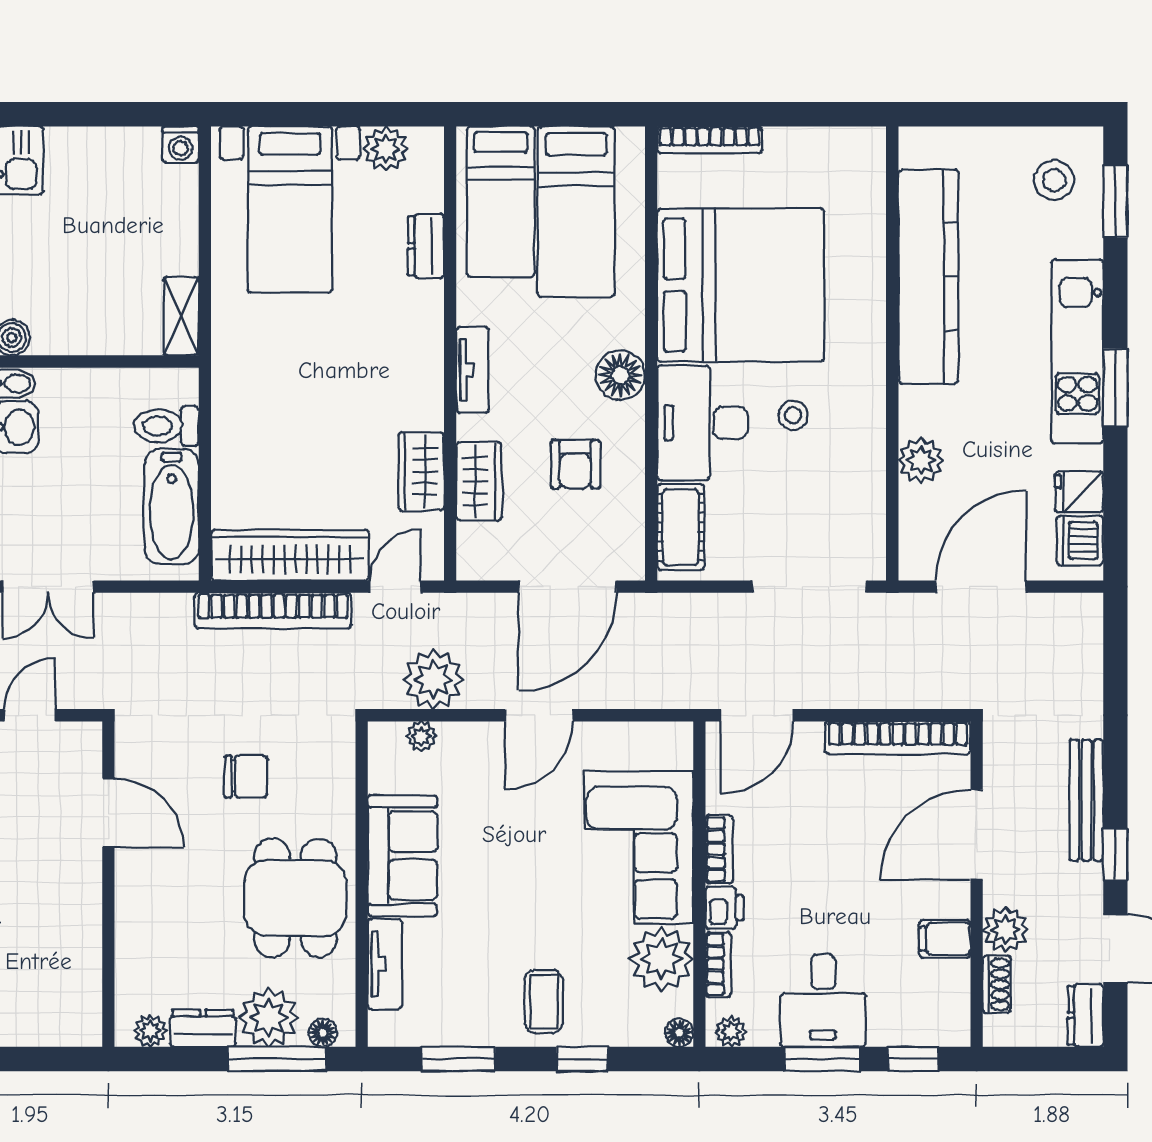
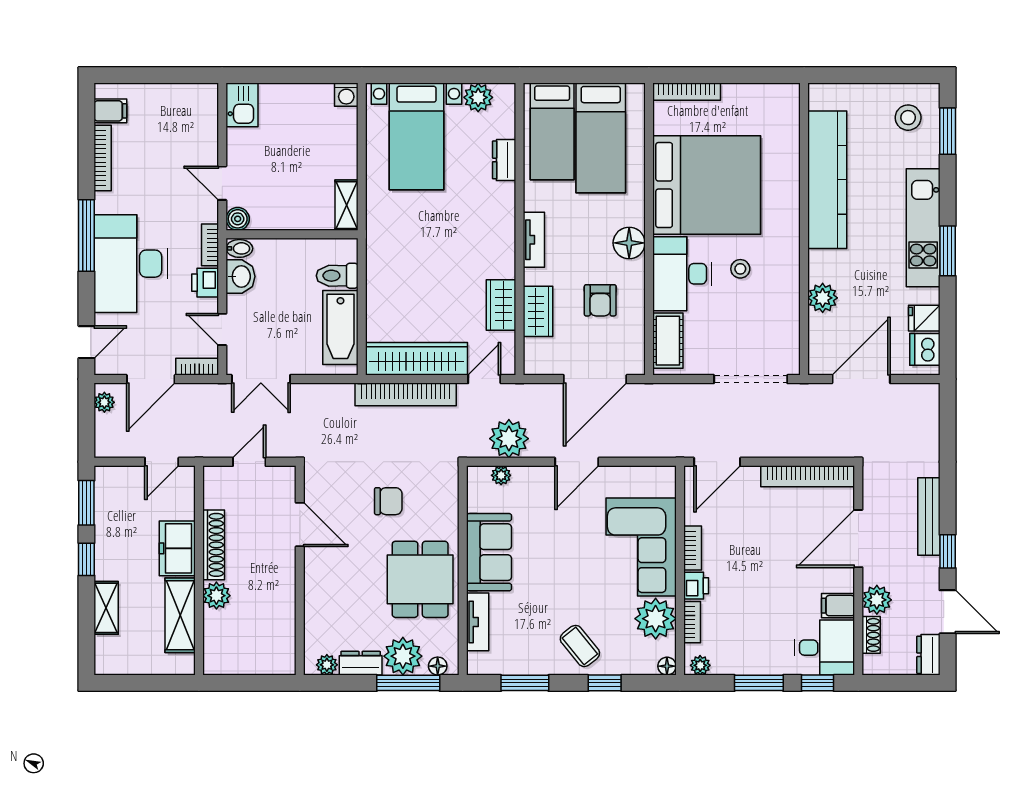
desk: (823, 1001) -> (825, 648), moved, turned -90
coffee table: (544, 1002) -> (580, 646), turned -39

